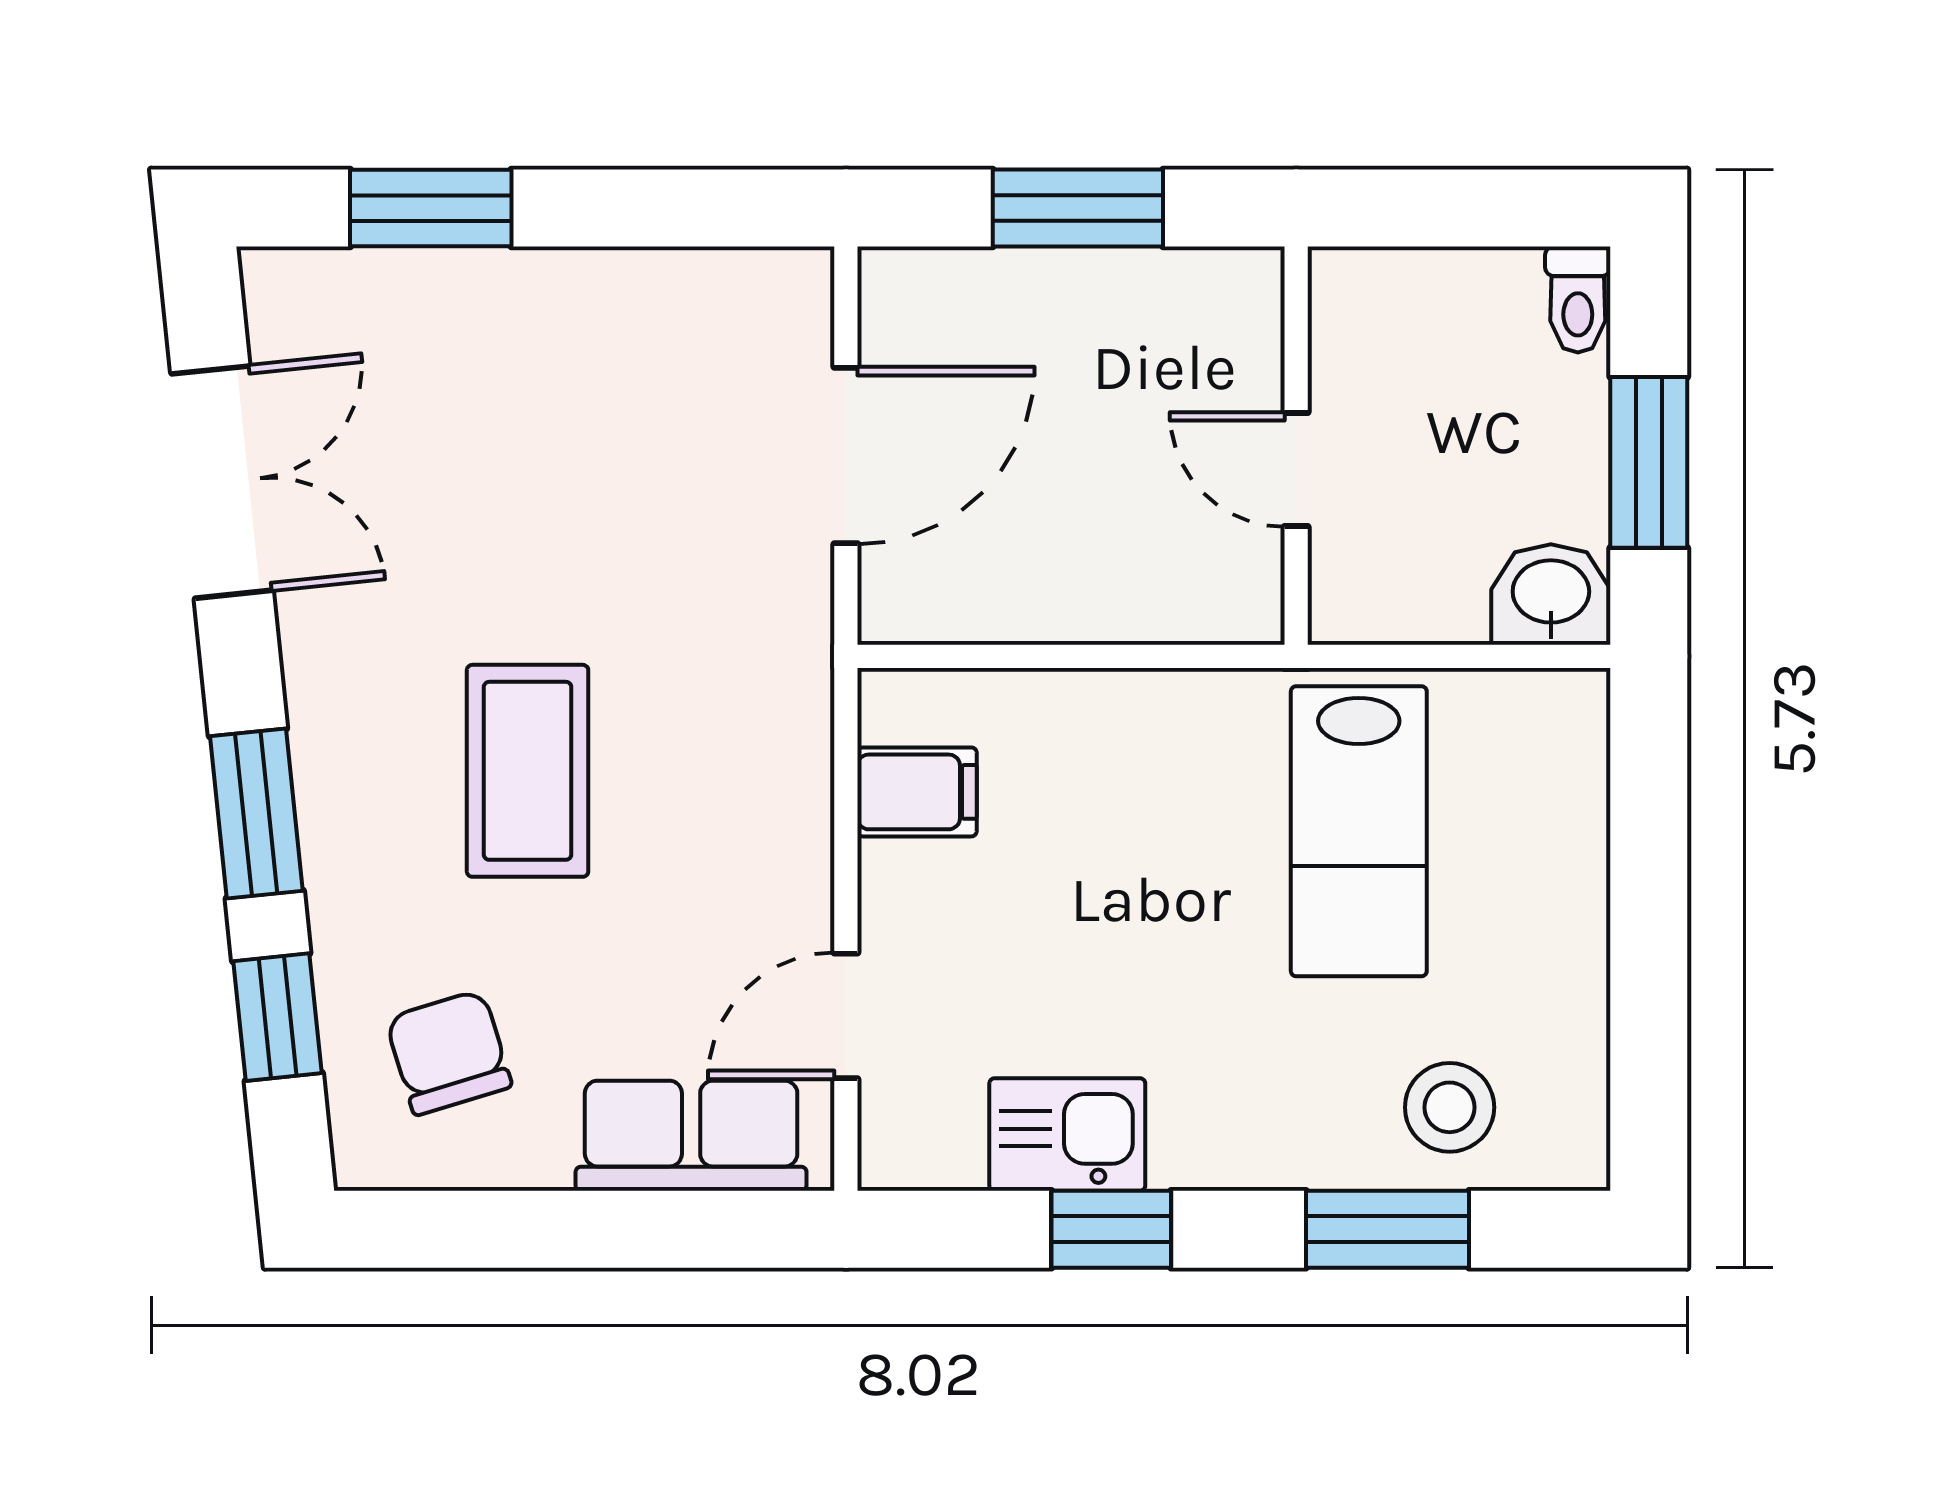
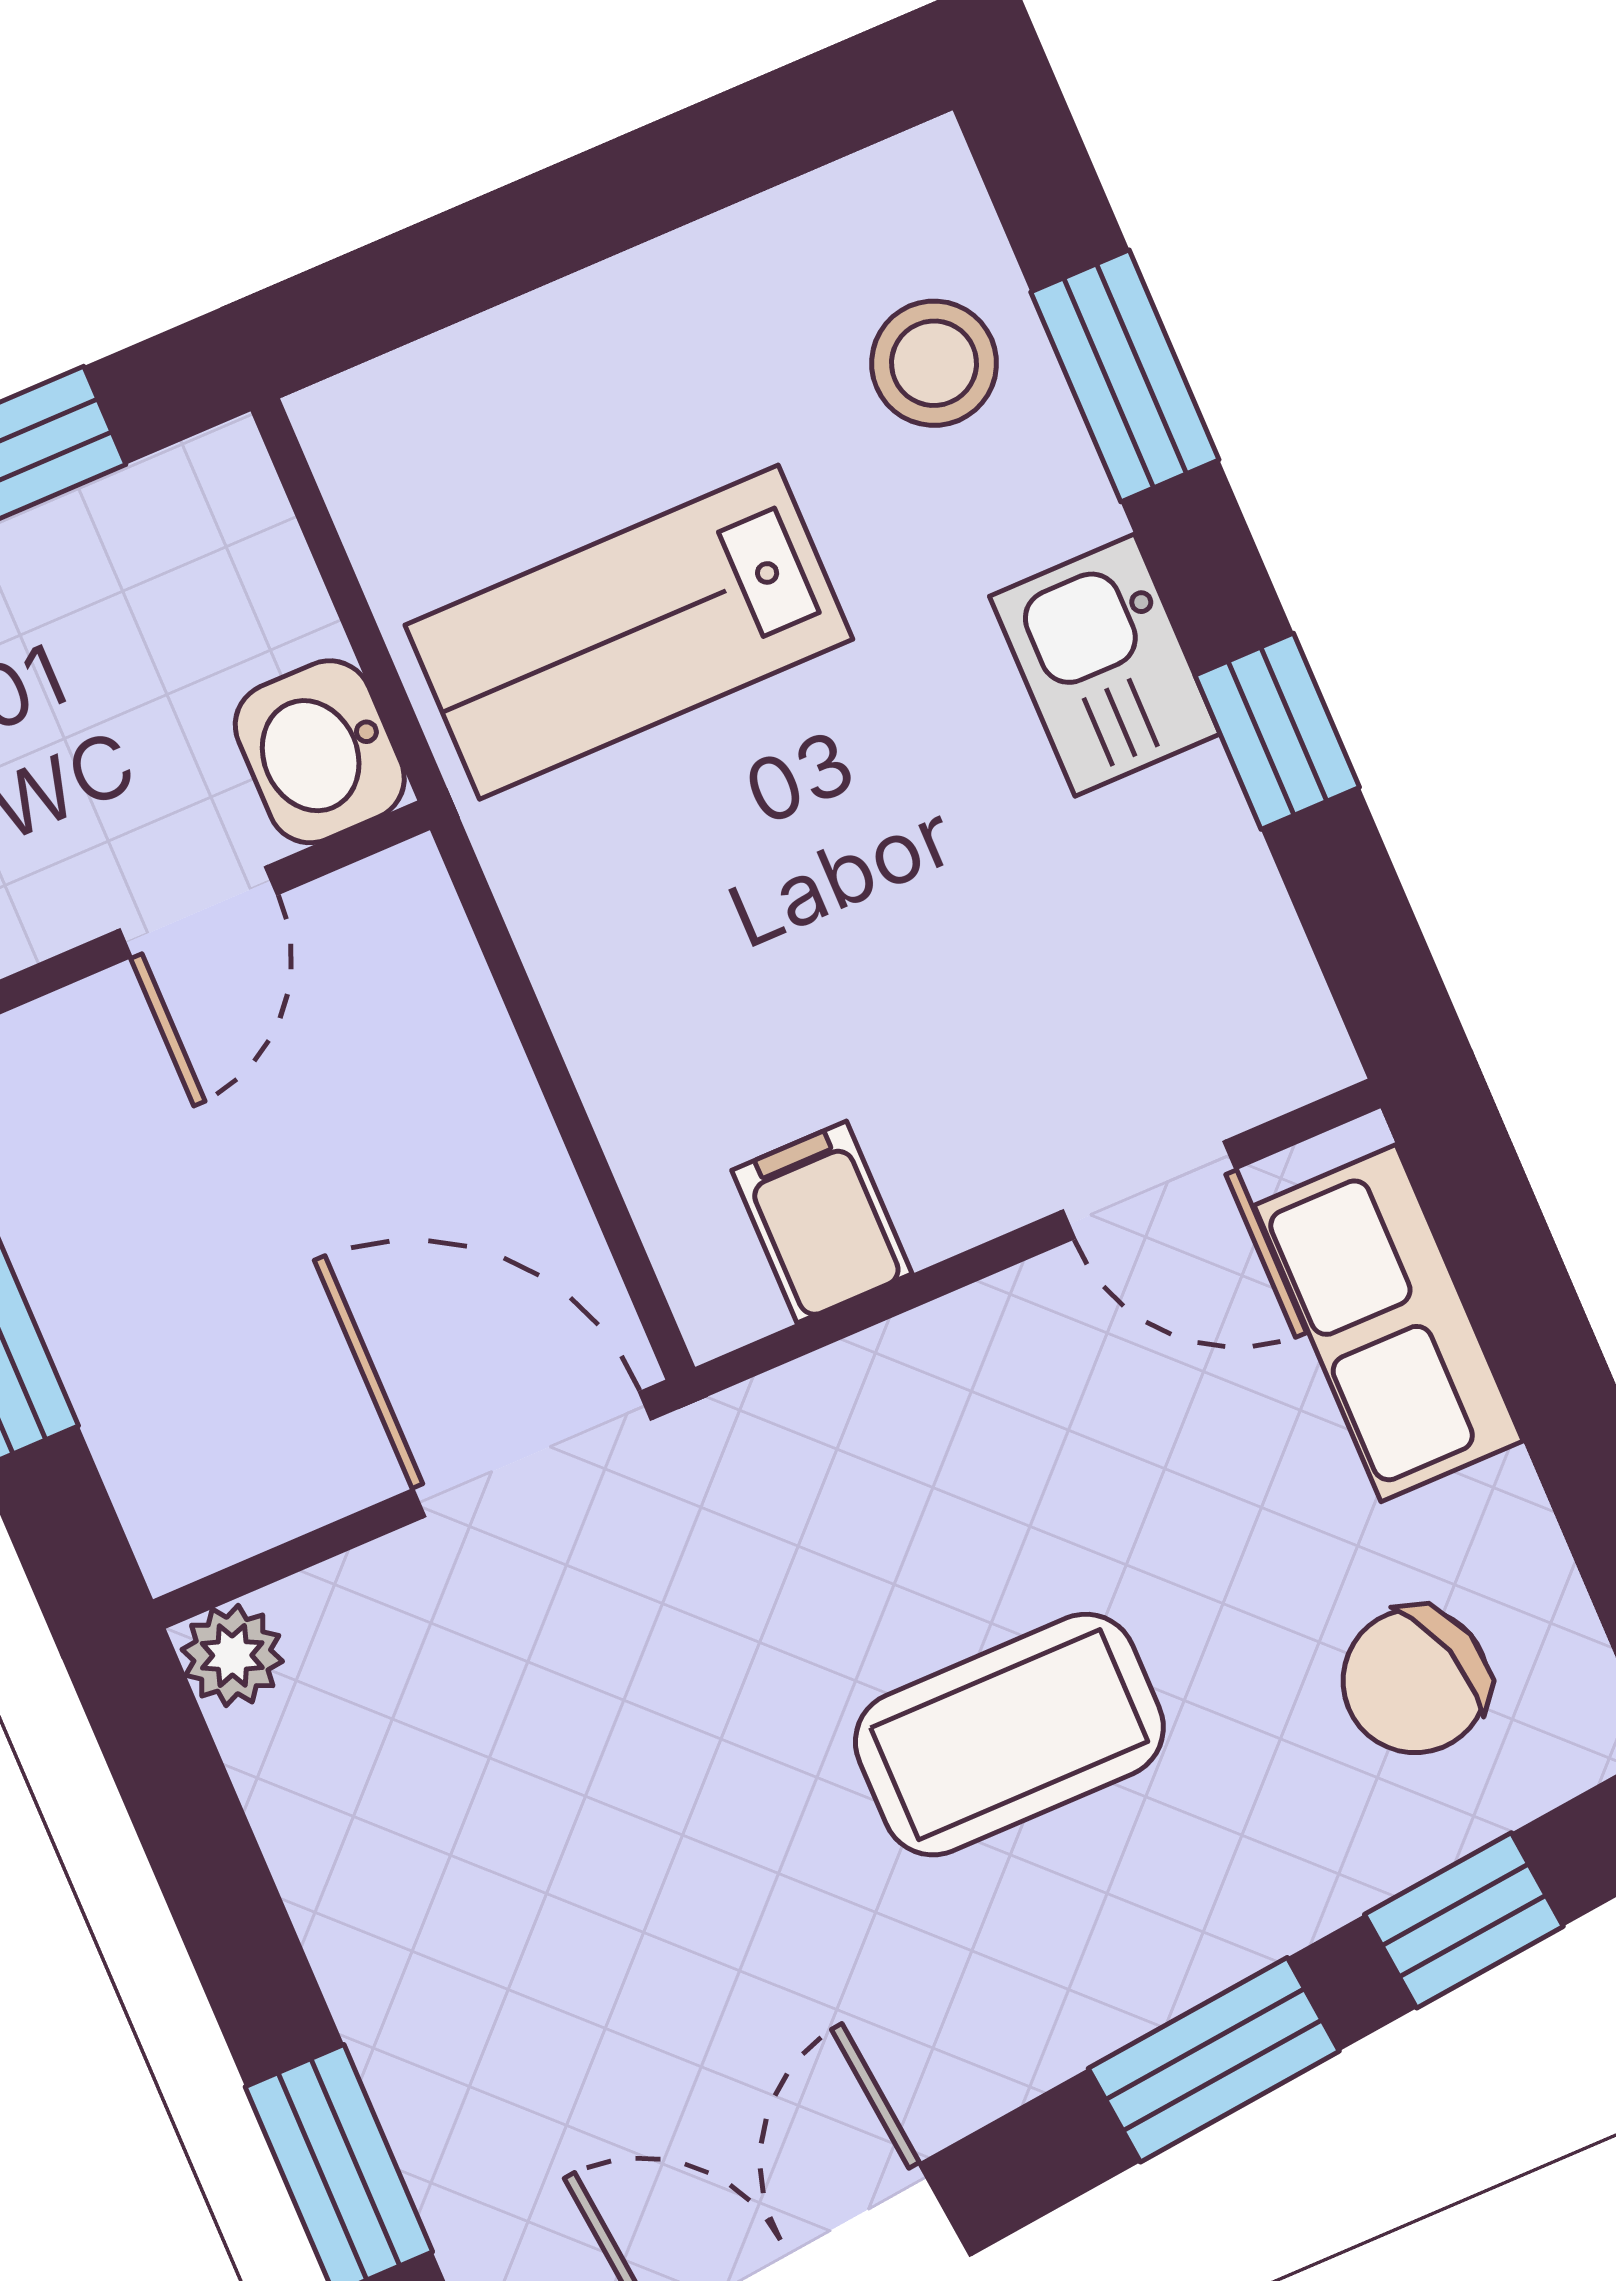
plant: (798, 283) -> (232, 1655), added
door: (846, 455) -> (532, 1454), moved
washbasin: (1551, 594) -> (320, 752), moved
lab bench: (1359, 831) -> (629, 632), turned 180
kitchen sink: (1067, 1134) -> (1105, 665), moved

